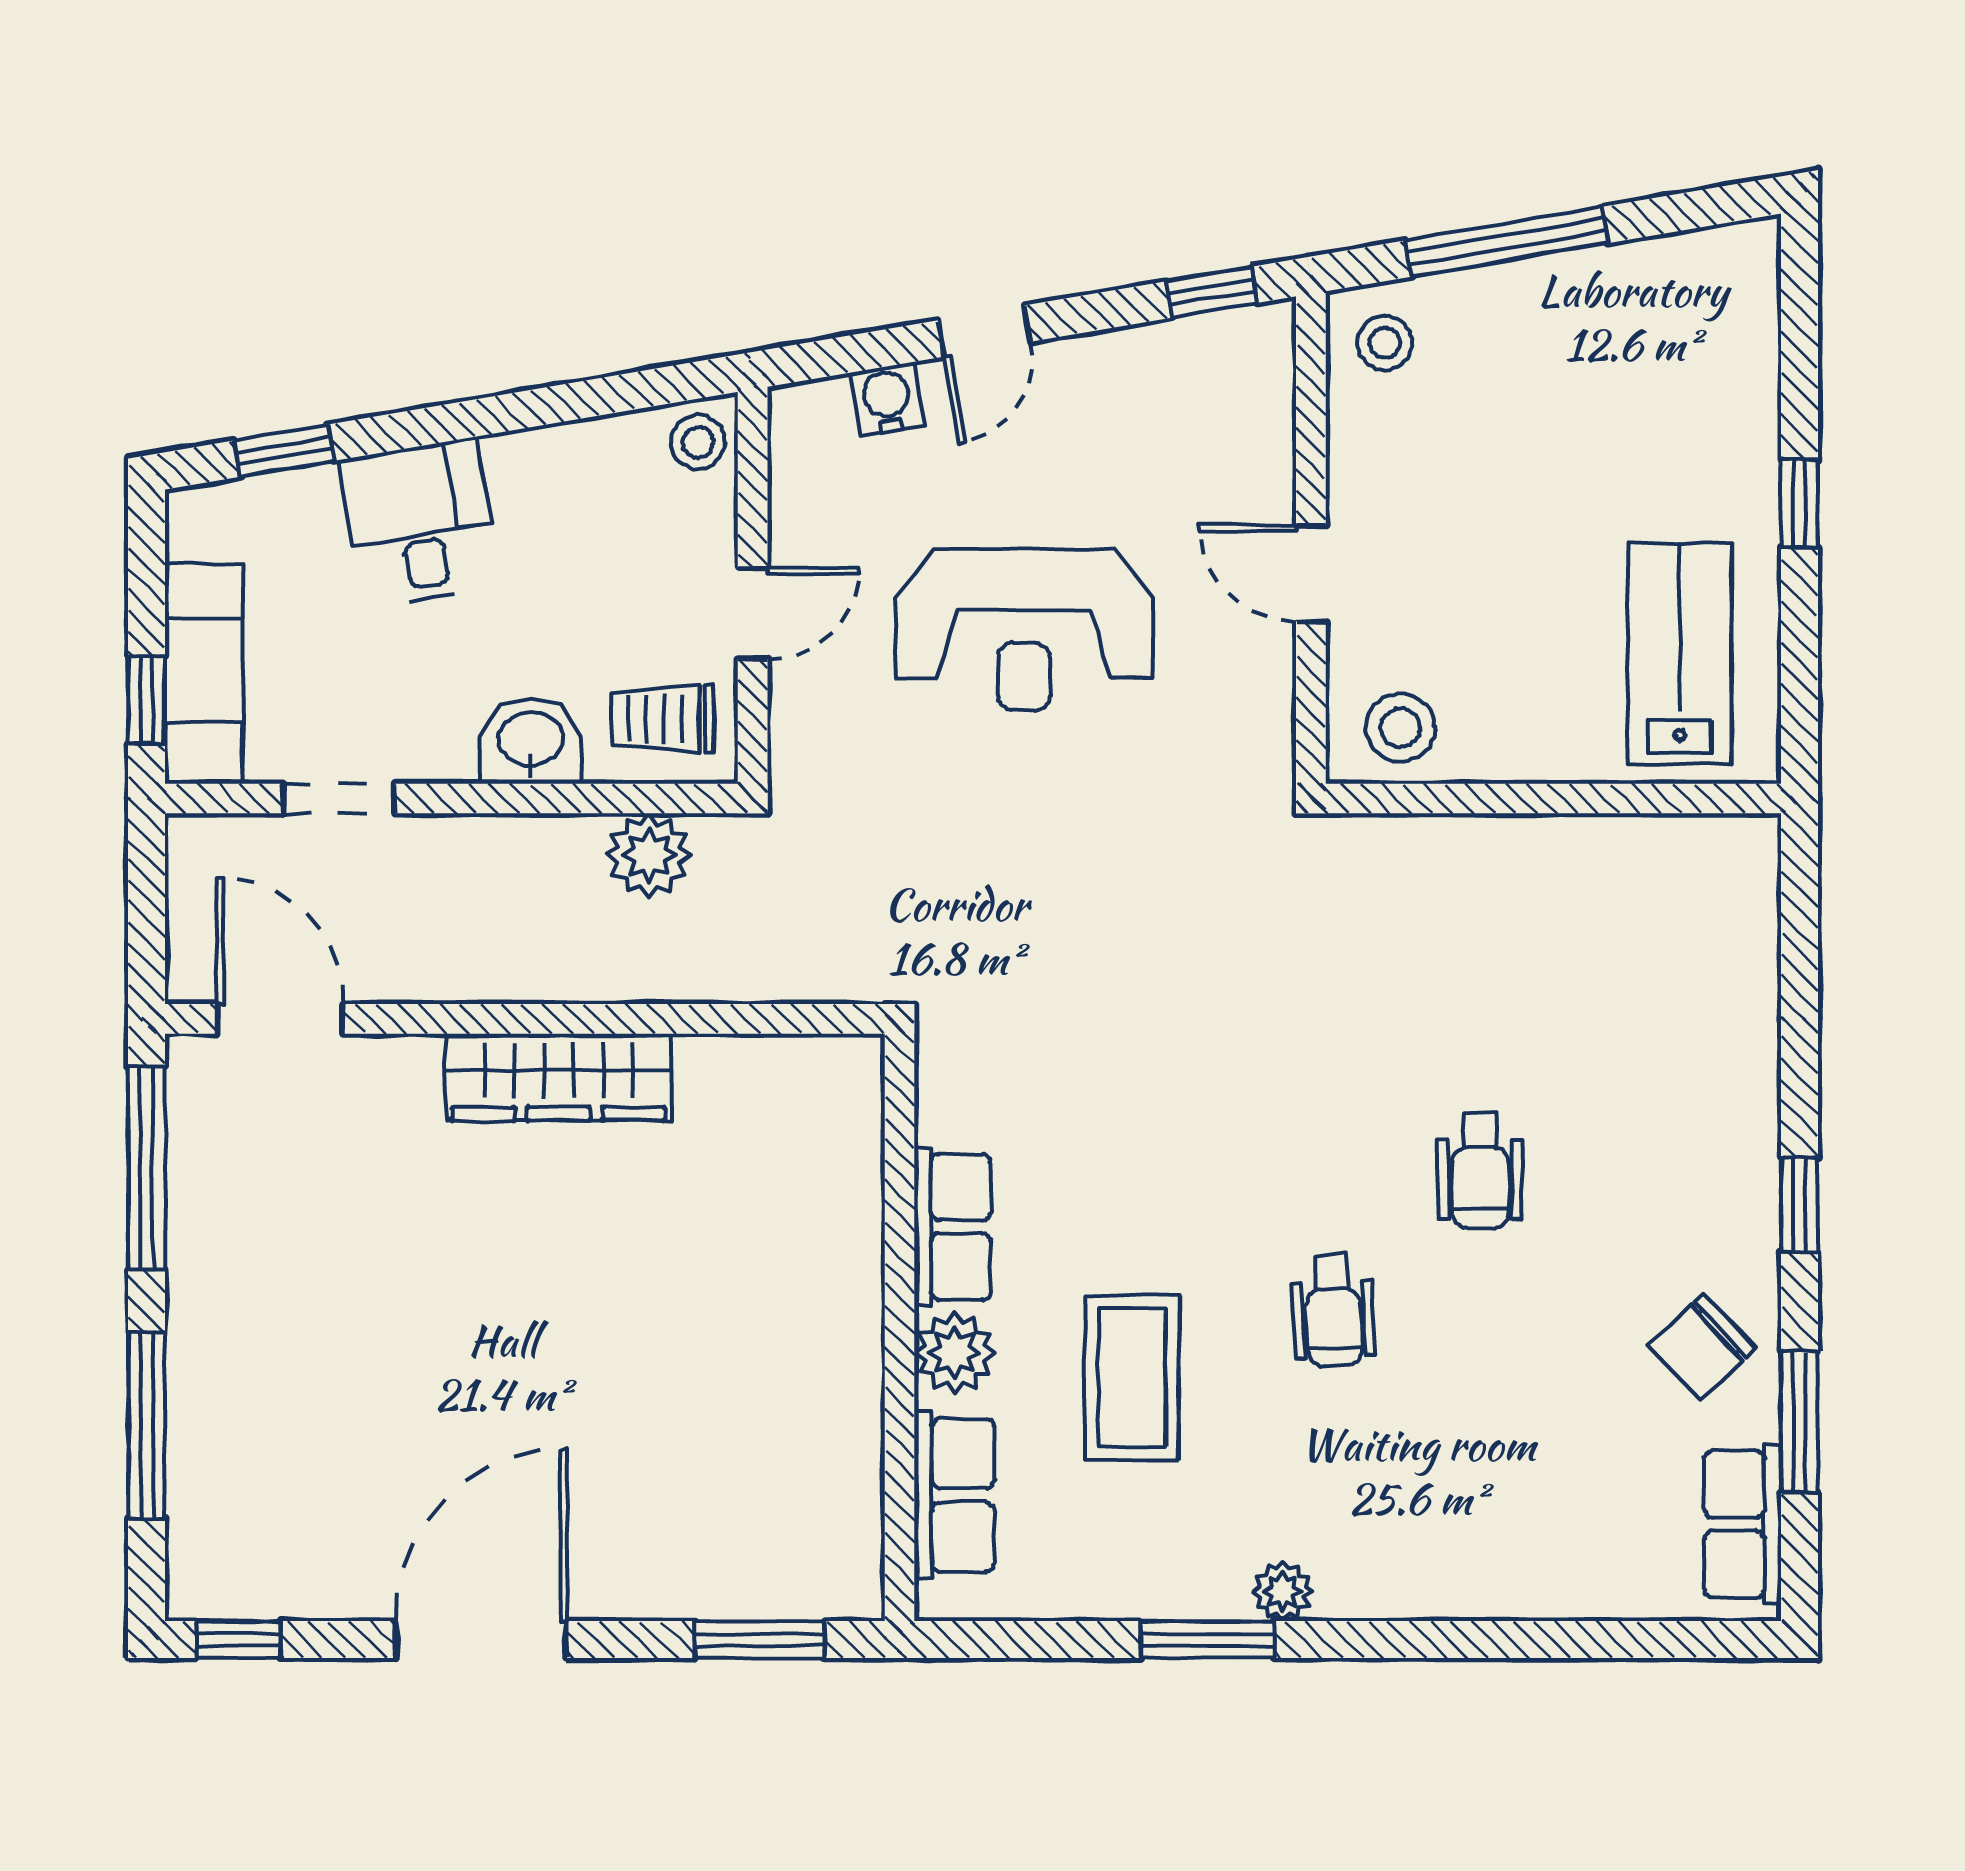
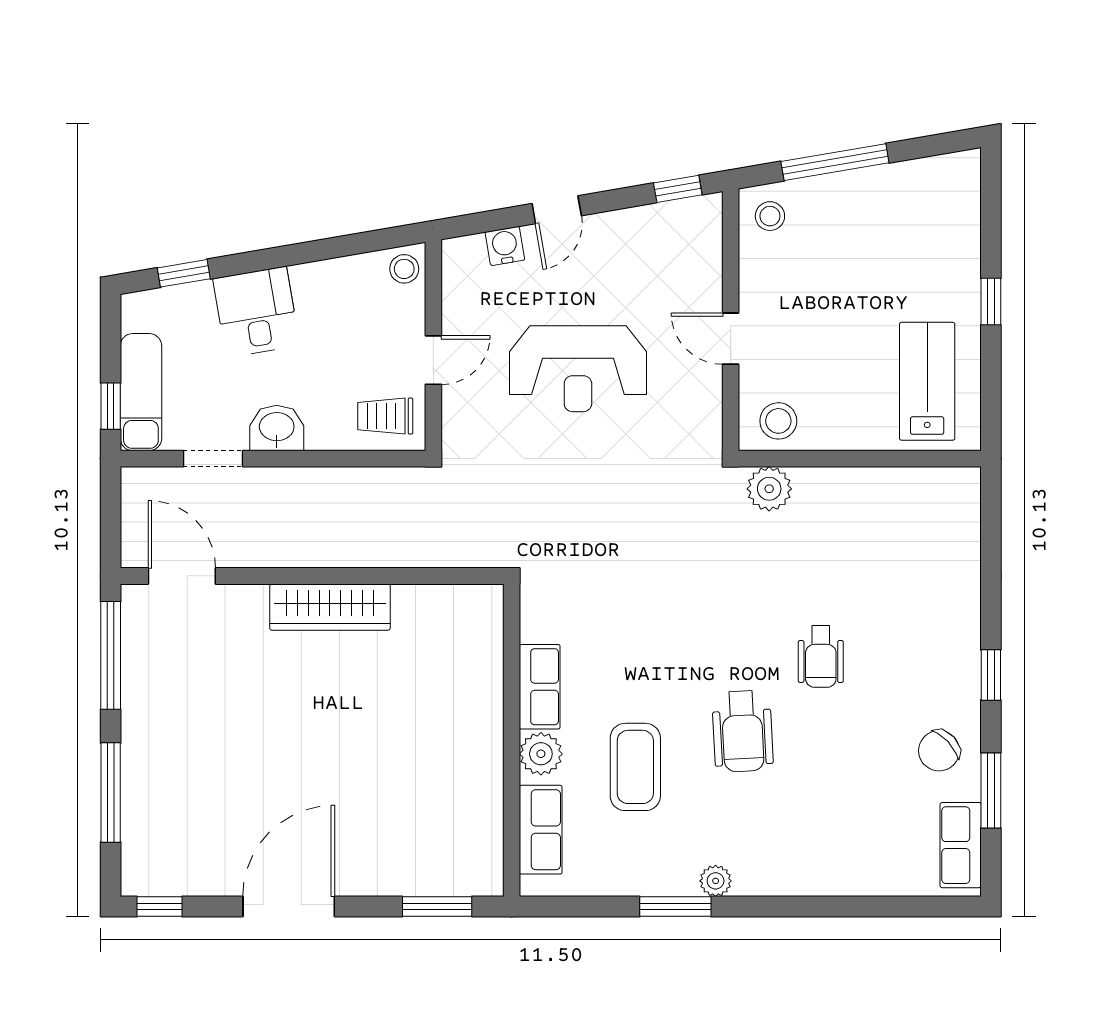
washbasin: (531, 741) -> (277, 428), moved
plant: (649, 855) -> (769, 489), moved
wheelchair: (1333, 1311) -> (743, 731), width x1.36, depth x1.37

